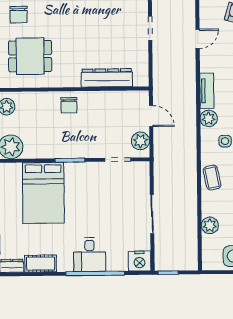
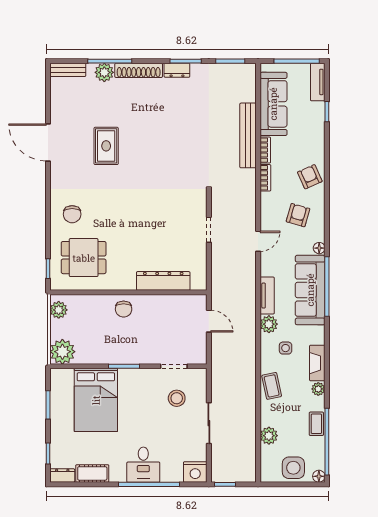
plant: (140, 141) -> (198, 347), removed
stool: (121, 190) -> (177, 398), added

